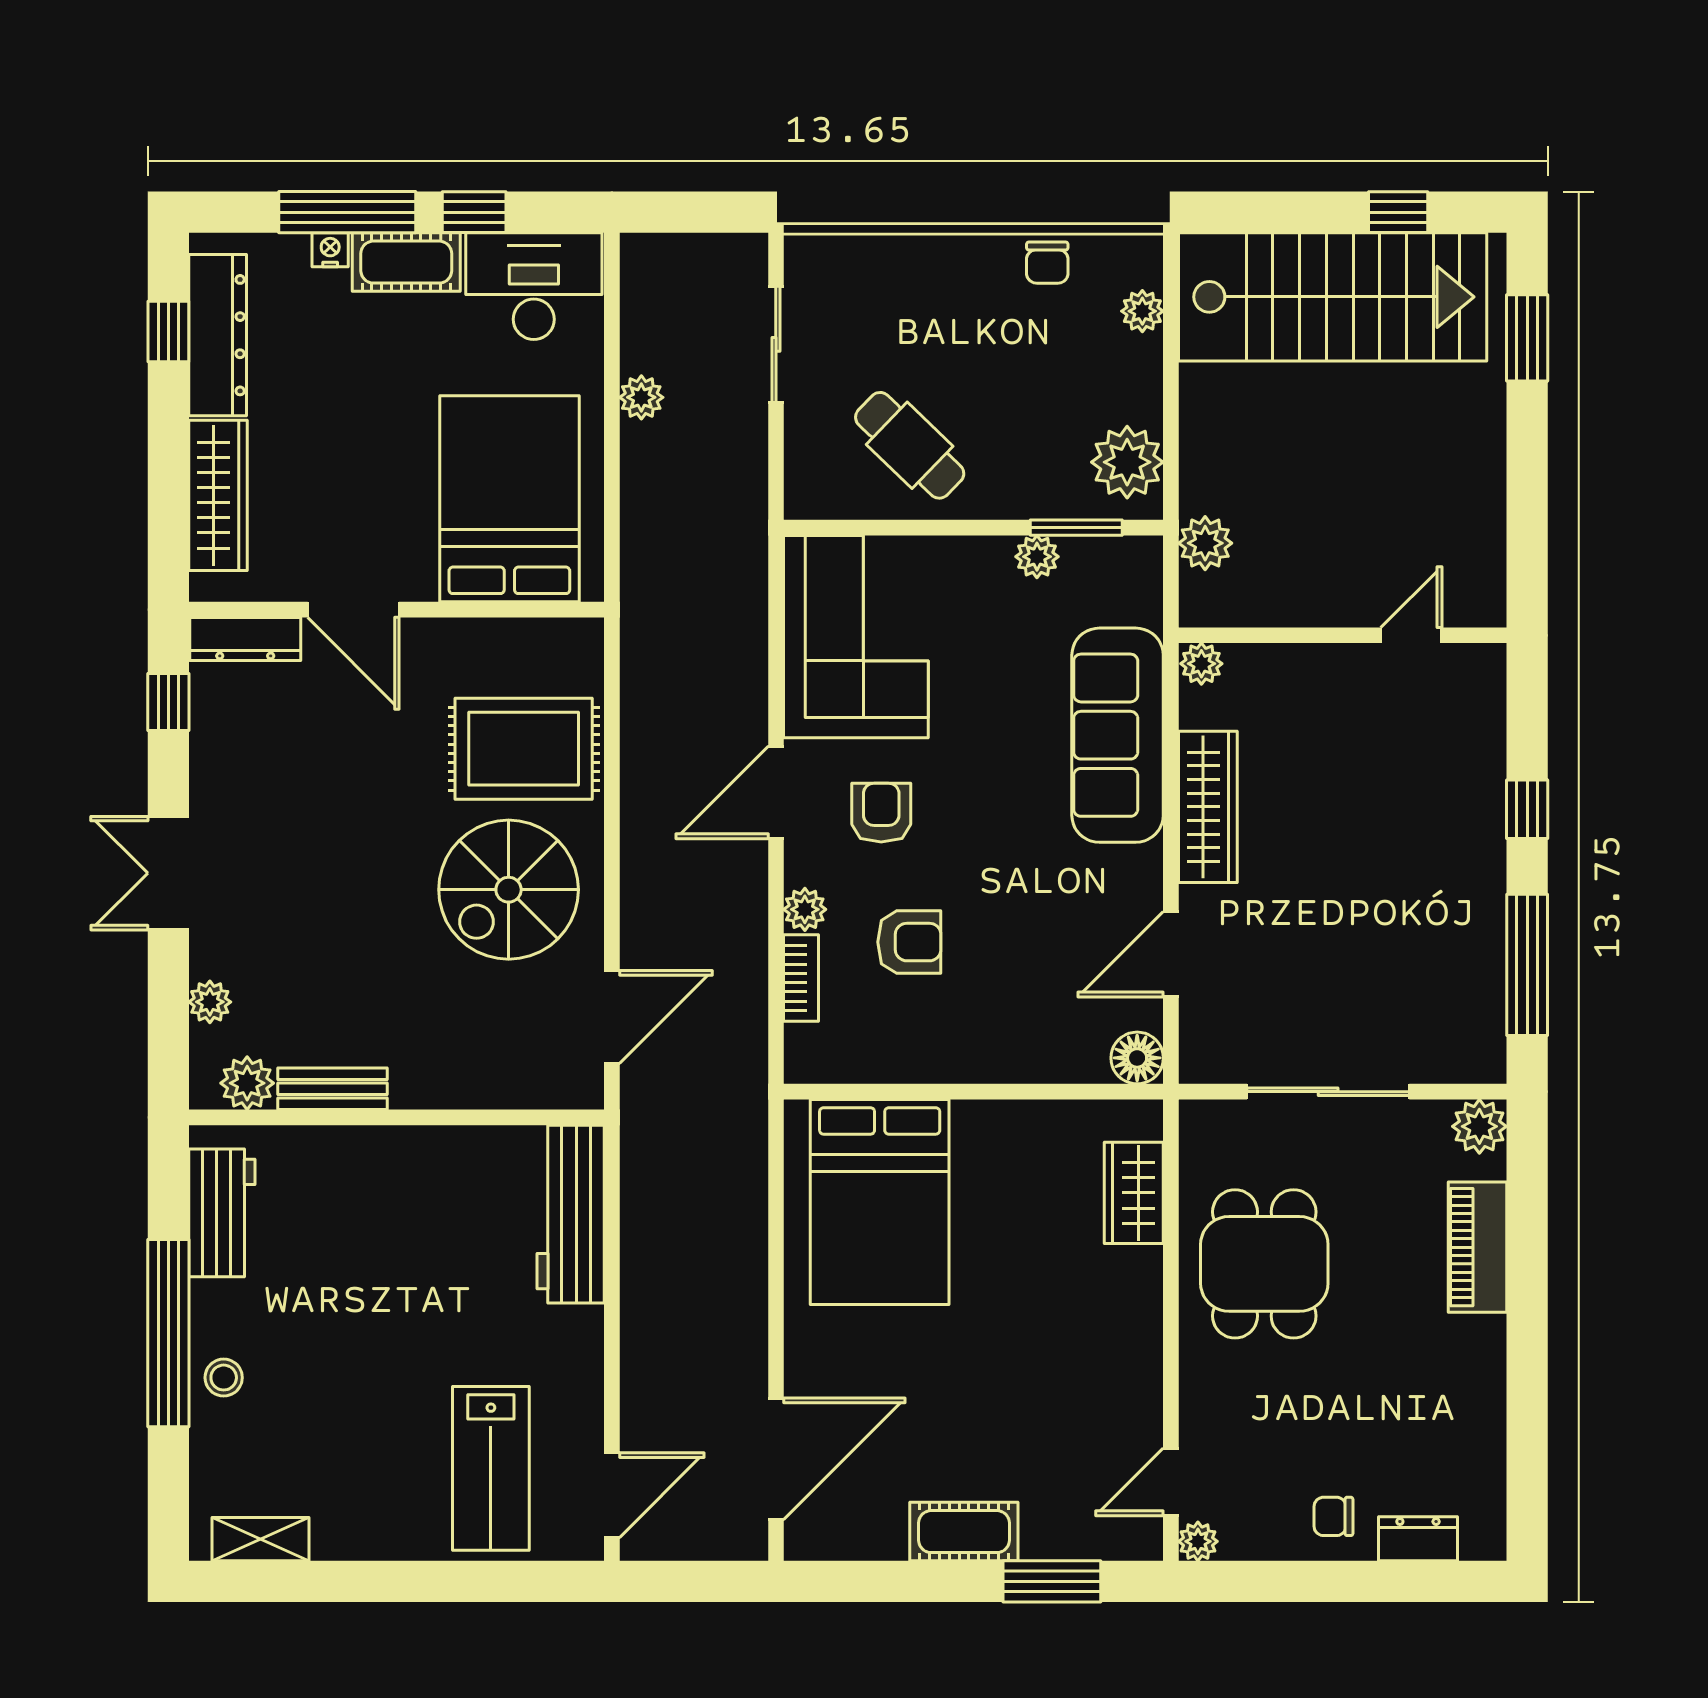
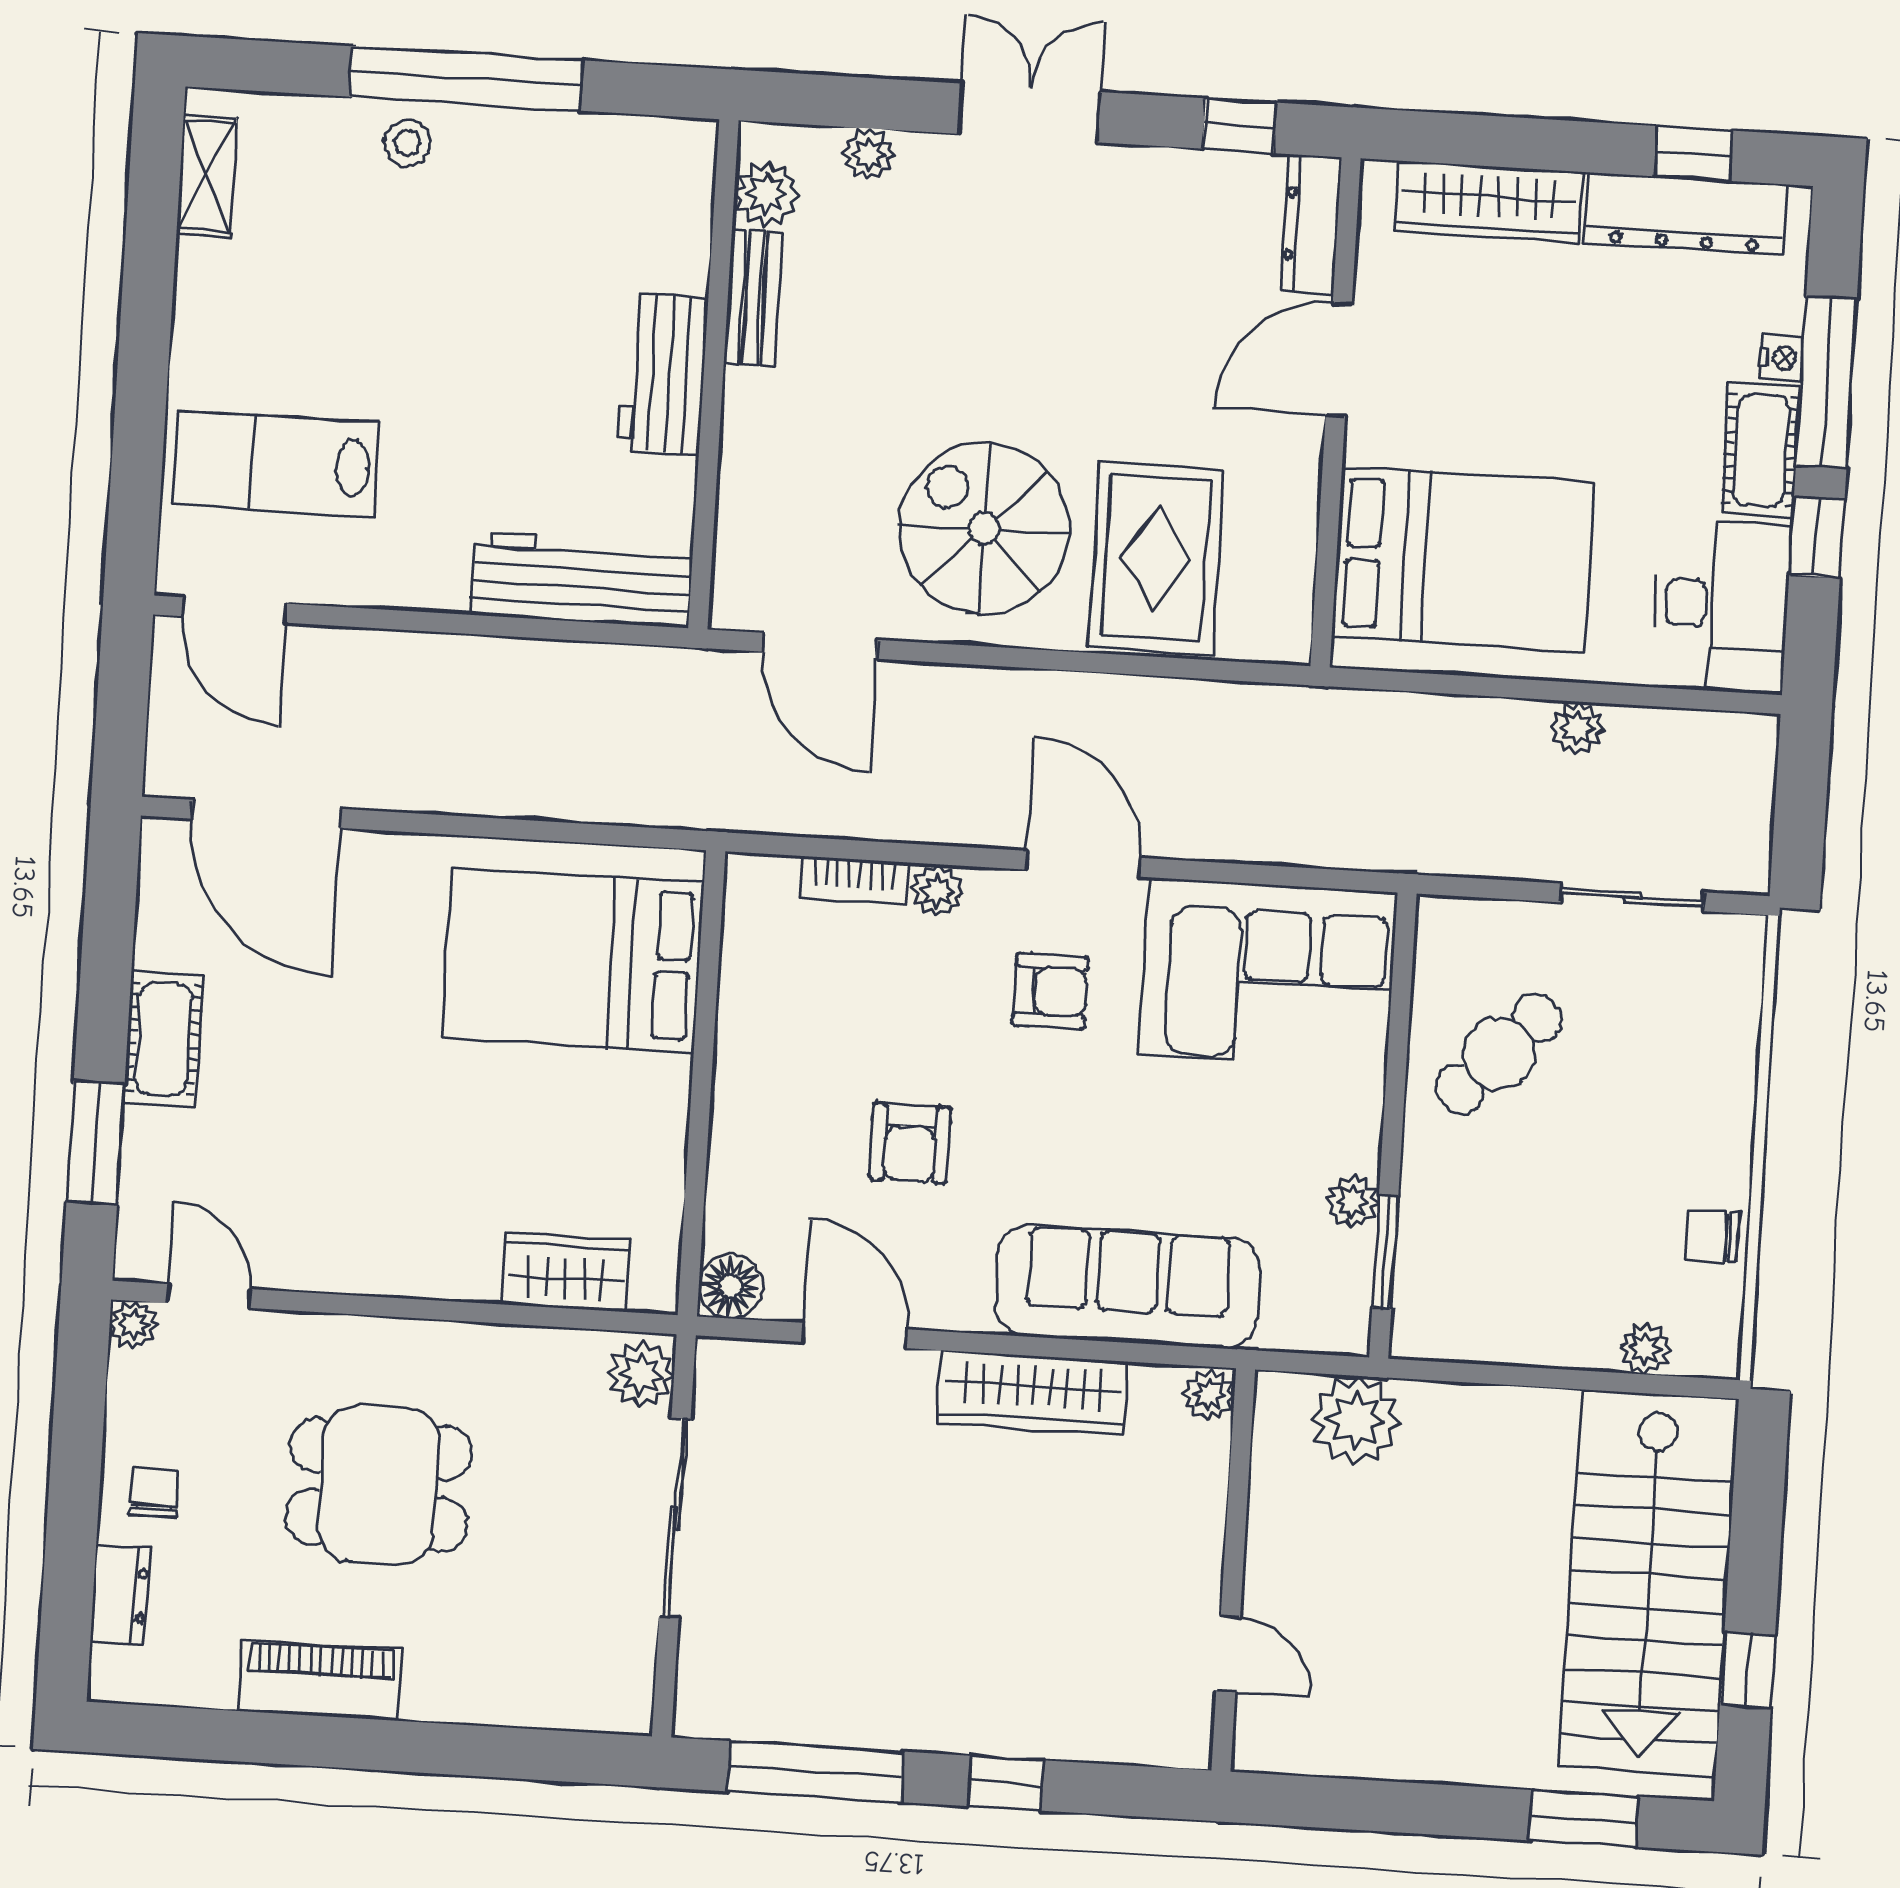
plant: (1127, 462) -> (1462, 1319), removed
plant: (1205, 543) -> (1356, 1420), width x1.36, depth x1.36
armchair: (909, 942) -> (910, 1143), moved
plant: (1479, 1126) -> (641, 1375), moved
workbench: (222, 1213) -> (663, 374), moved, turned 90
piano: (1477, 1247) -> (320, 1680), moved
dining table: (1264, 1264) -> (379, 1485), moved

